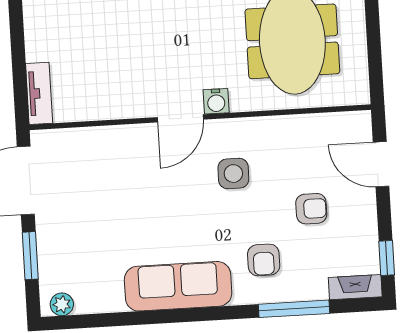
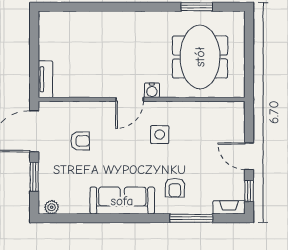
door: (381, 164) -> (249, 156), moved
armchair: (311, 209) -> (80, 141), moved

